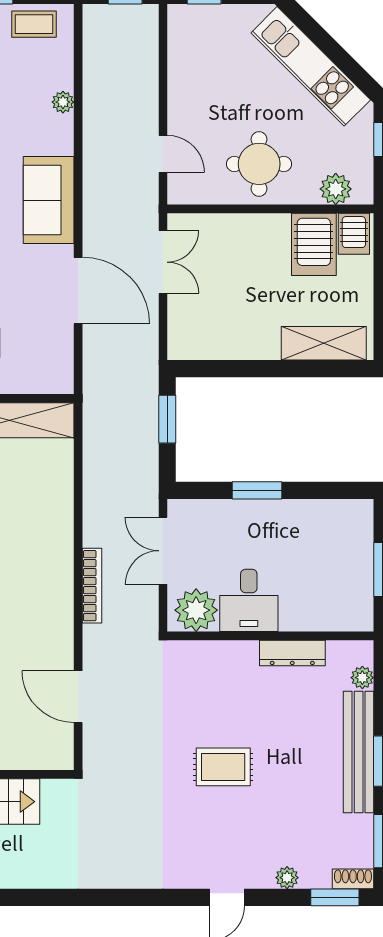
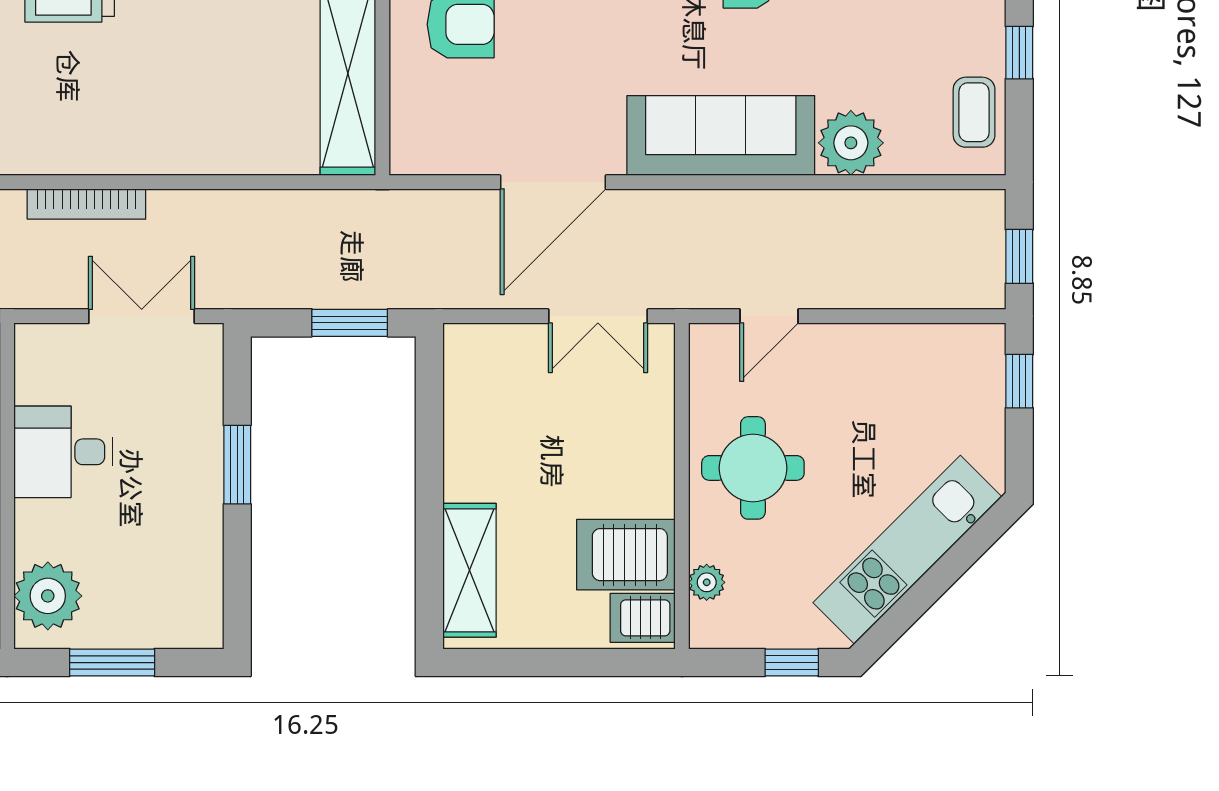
plant: (63, 102) -> (851, 143), width x1.87, depth x1.87
plant: (336, 189) -> (707, 582), width x0.73, depth x0.73
sofa: (49, 200) -> (721, 136), width x1.36
plant: (196, 610) -> (48, 596), moved

